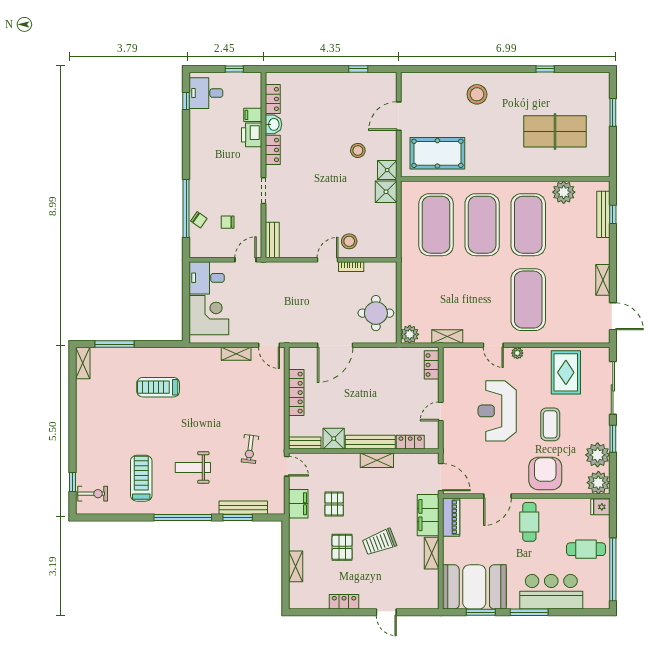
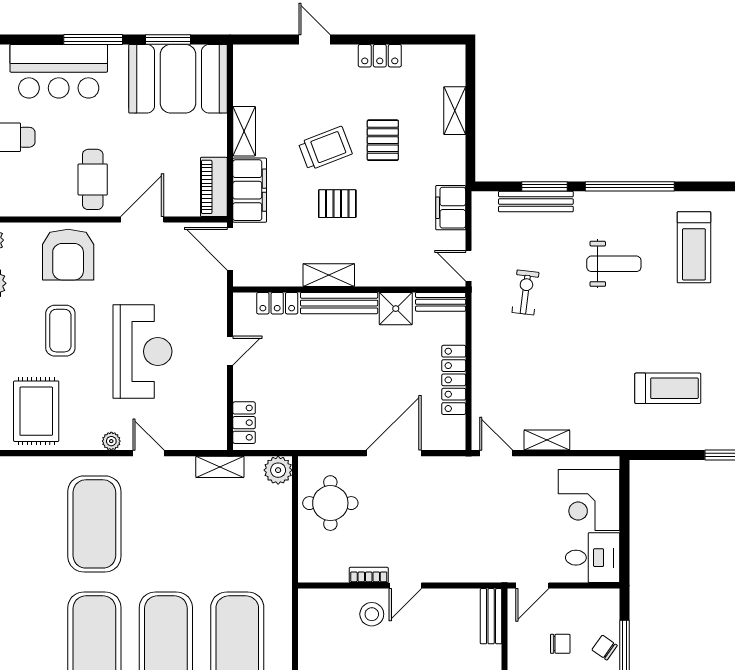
pallet: (334, 504) -> (337, 204), moved, turned 90

